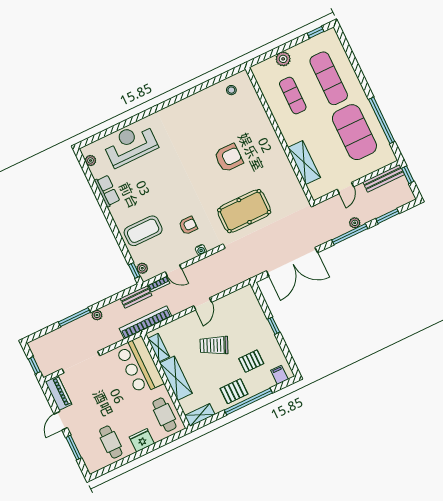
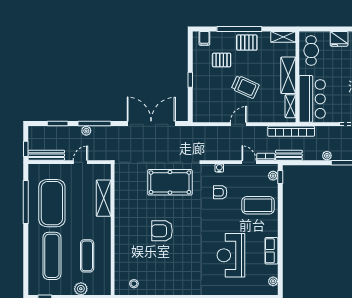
reception desk: (130, 144) -> (231, 255), moved, turned 90

